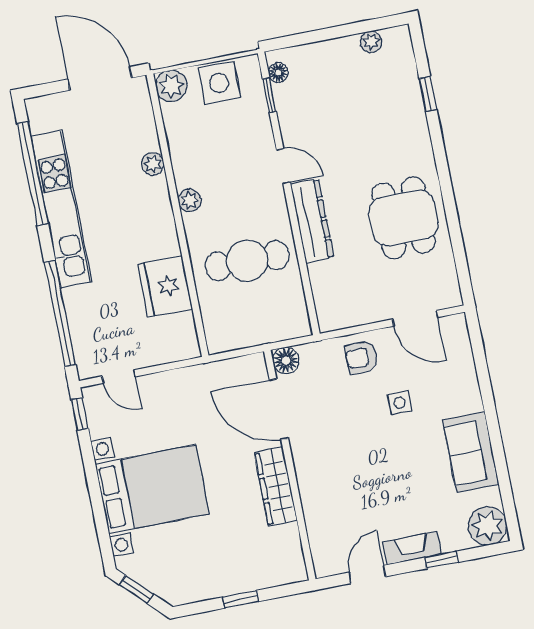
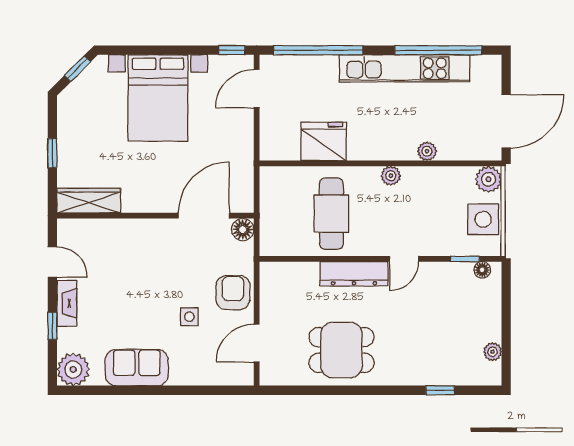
armchair: (362, 357) -> (233, 293), width x1.38, depth x1.38
door: (119, 376) -> (257, 89), width x1.38
wardrobe: (276, 487) -> (89, 201), moved

